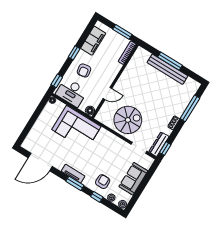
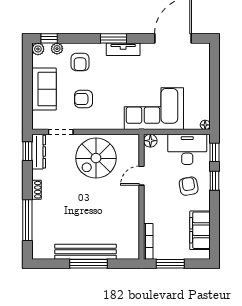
window: (74, 53) -> (214, 181), moved
armchair: (114, 159) -> (83, 99), added
window: (97, 197) -> (49, 38), moved

